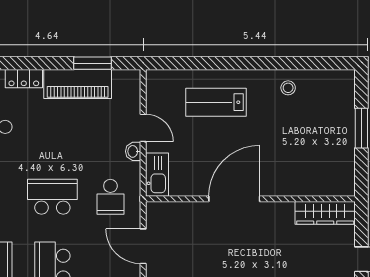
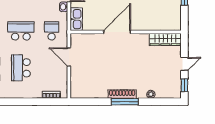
school desk: (110, 197) -> (52, 31), turned 180

